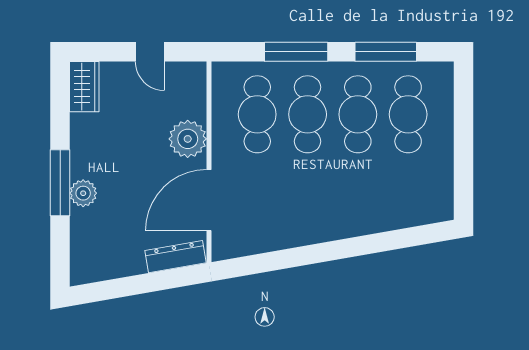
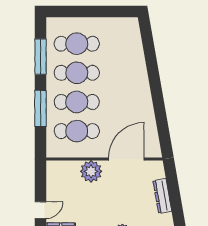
door: (150, 52) -> (41, 210), moved
door: (209, 200) -> (126, 159), swing flipped
dresser: (175, 257) -> (162, 196), moved

